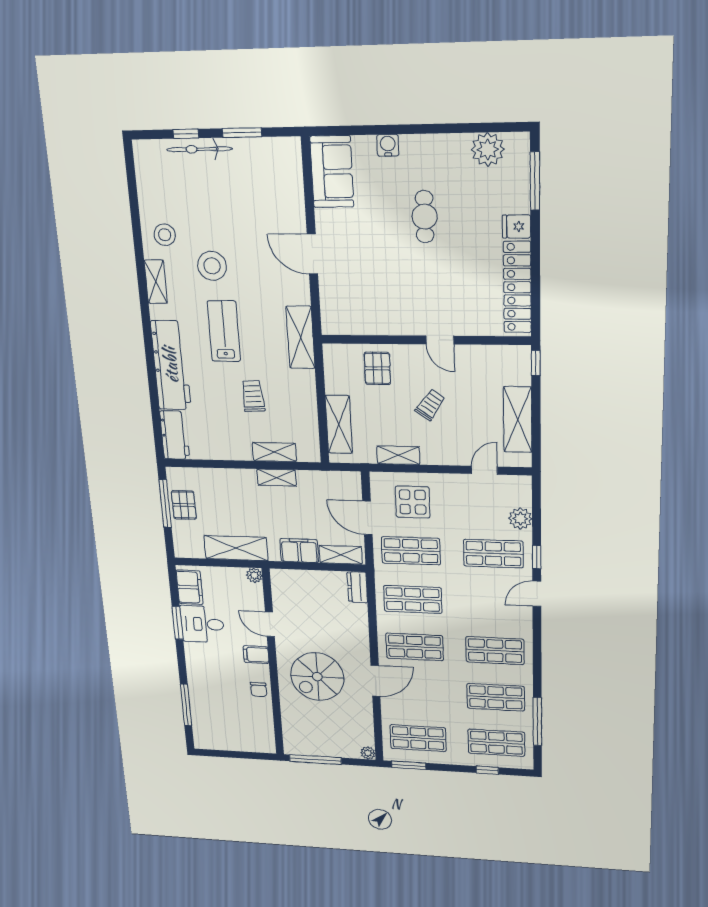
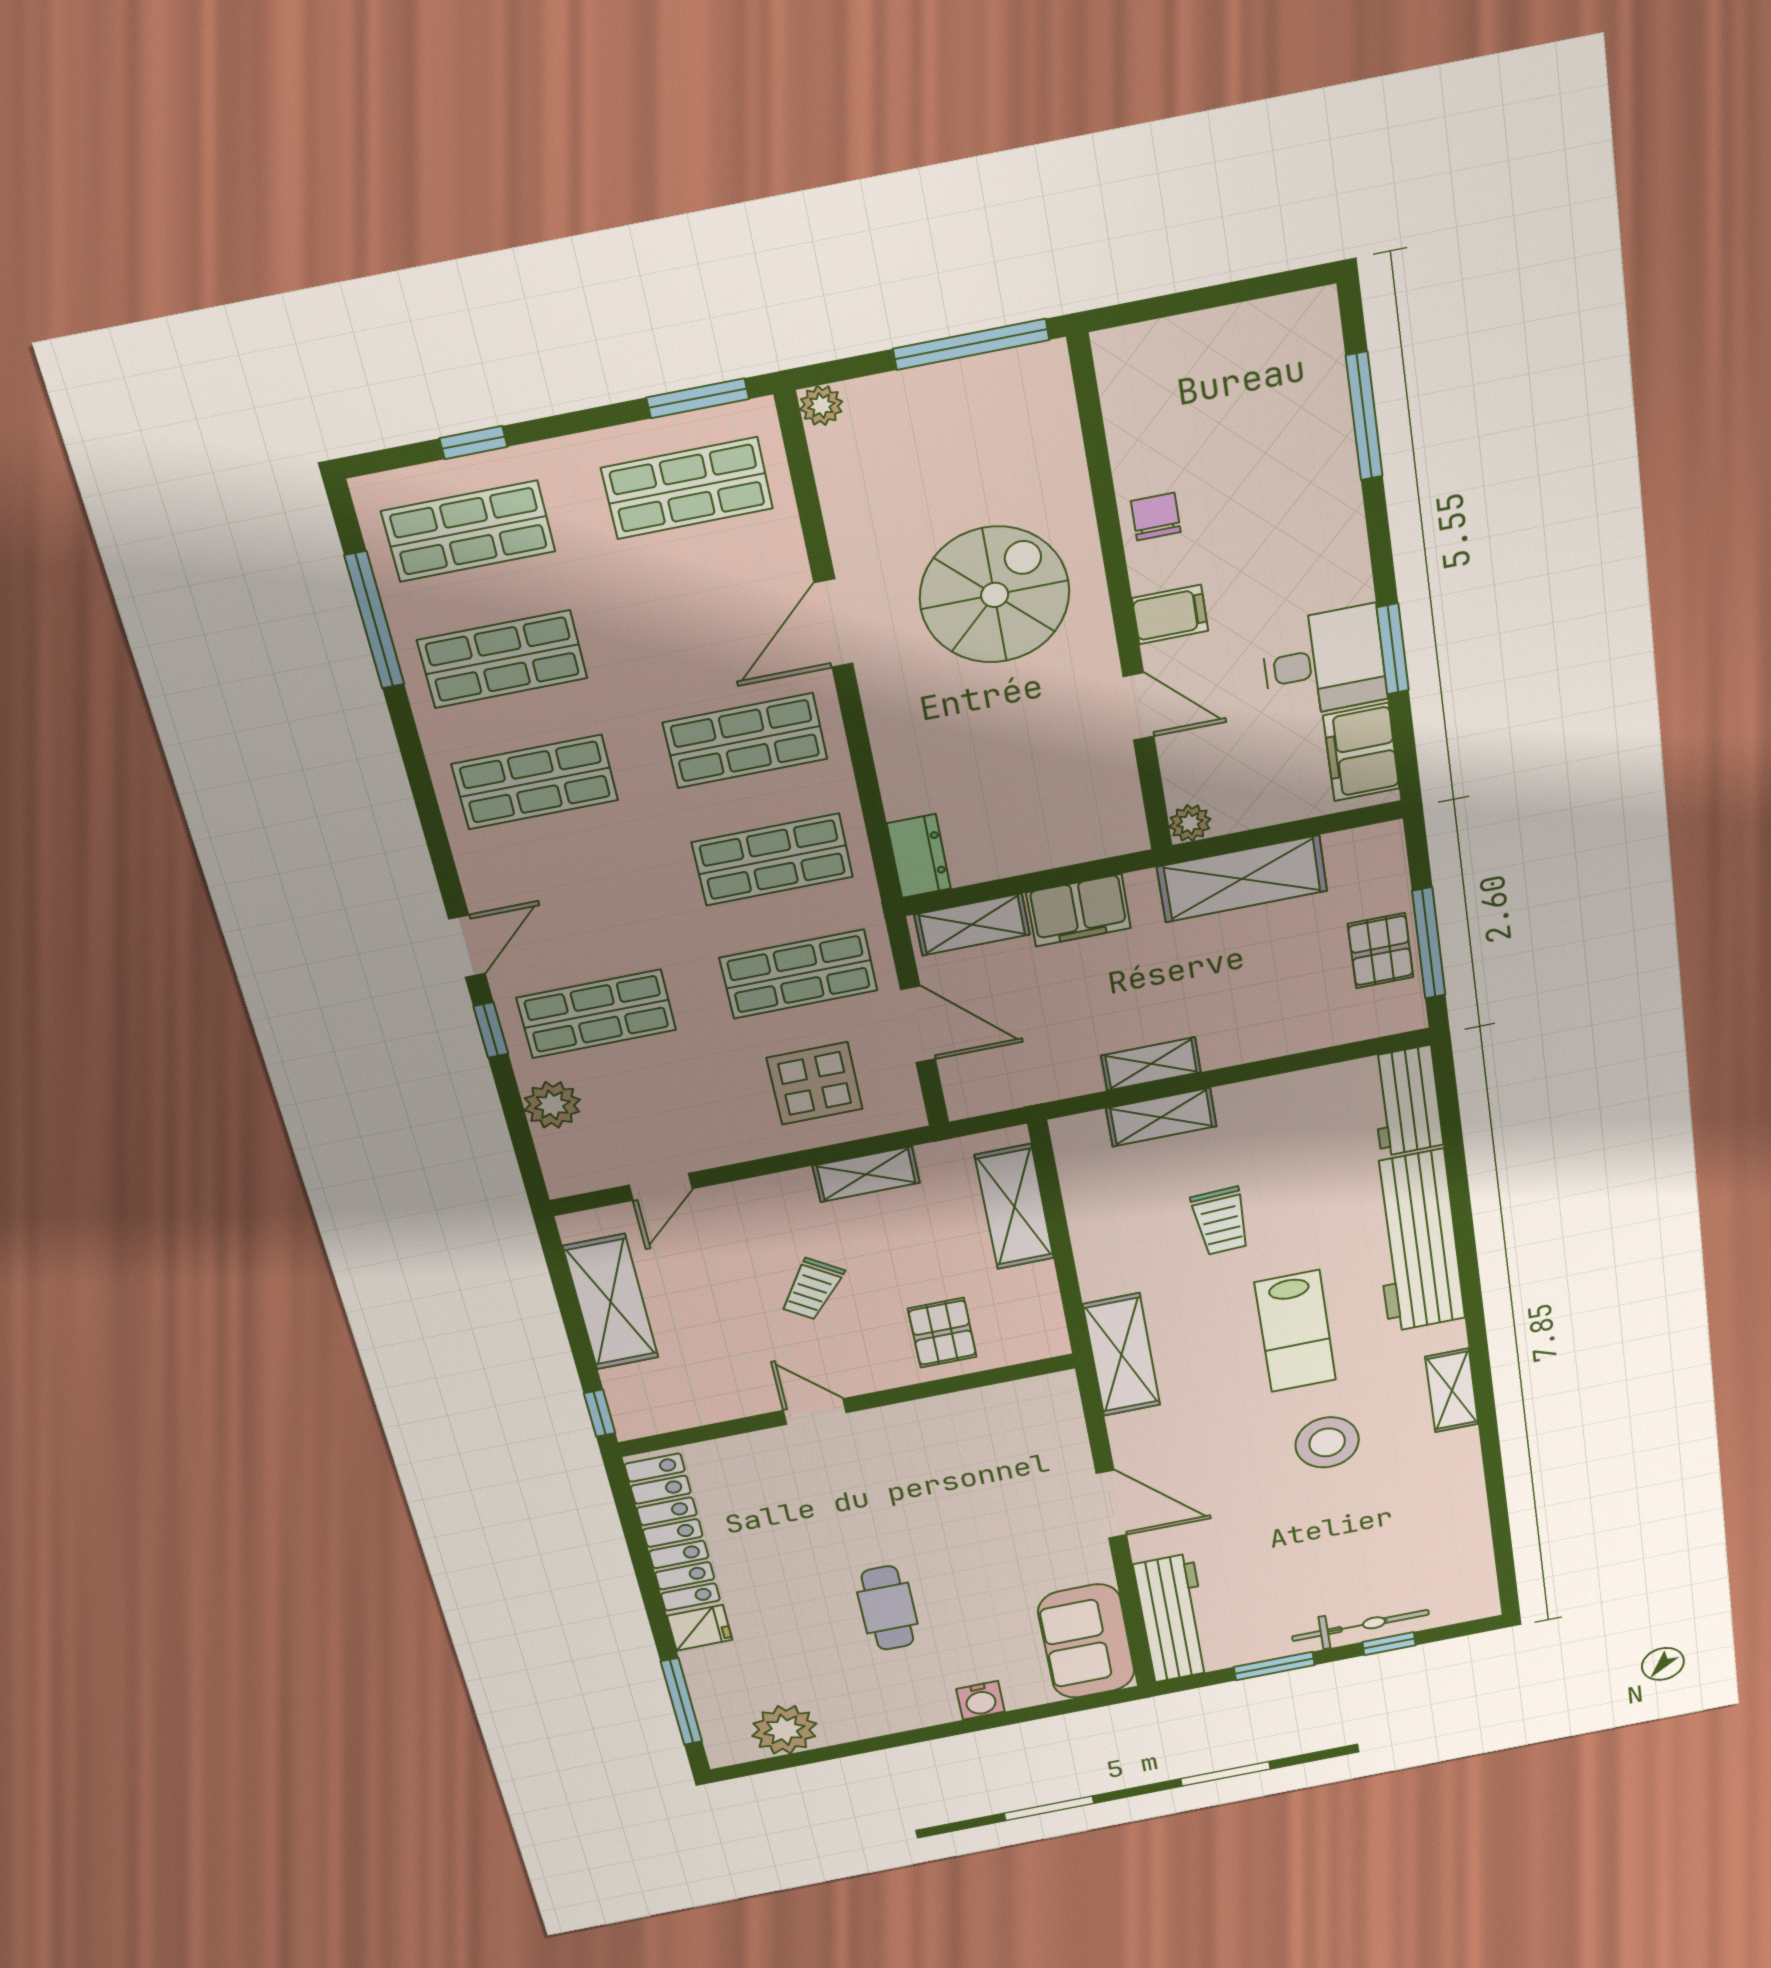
workbench: (289, 176) -> (1173, 1618), added
stool: (165, 235) -> (1432, 1475), removed

